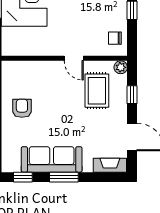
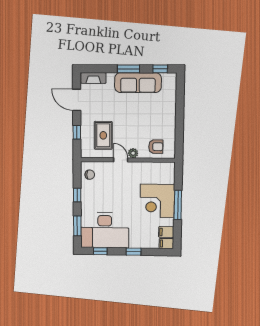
plant: (121, 67) -> (133, 153), moved
armchair: (22, 108) -> (156, 147), moved, turned -90

